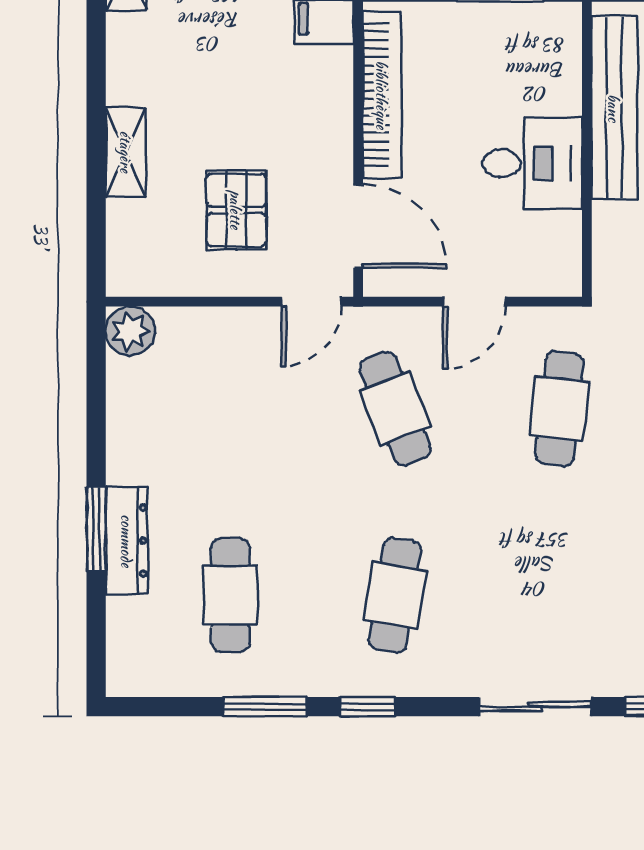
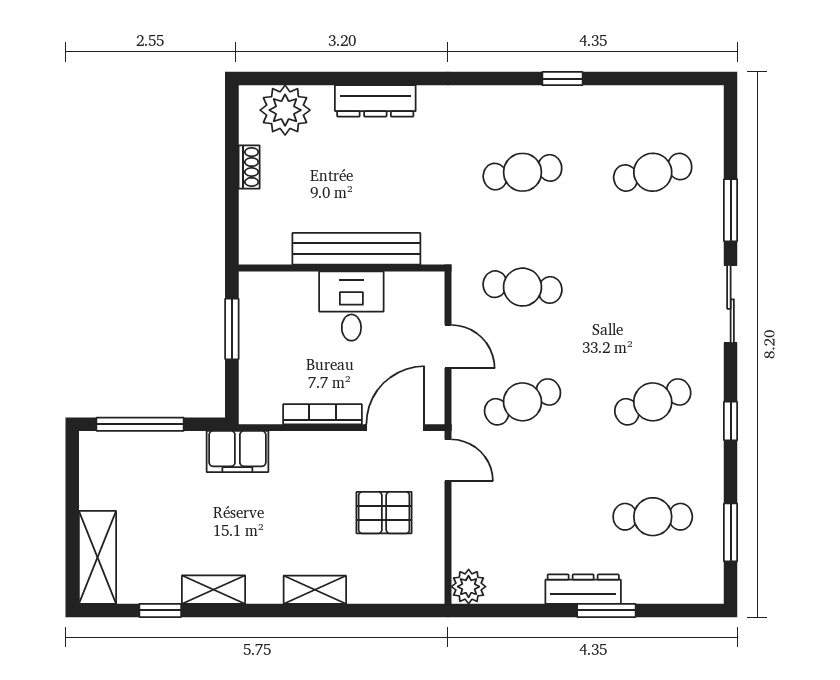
bookcase: (382, 95) -> (323, 414), width x0.68, depth x0.76
bench: (614, 108) -> (356, 249), moved
shelving: (126, 152) -> (315, 590), moved
dresser: (127, 541) -> (583, 589), moved
cafe table: (395, 595) -> (653, 402), turned -30
window: (265, 707) -> (731, 532), moved

